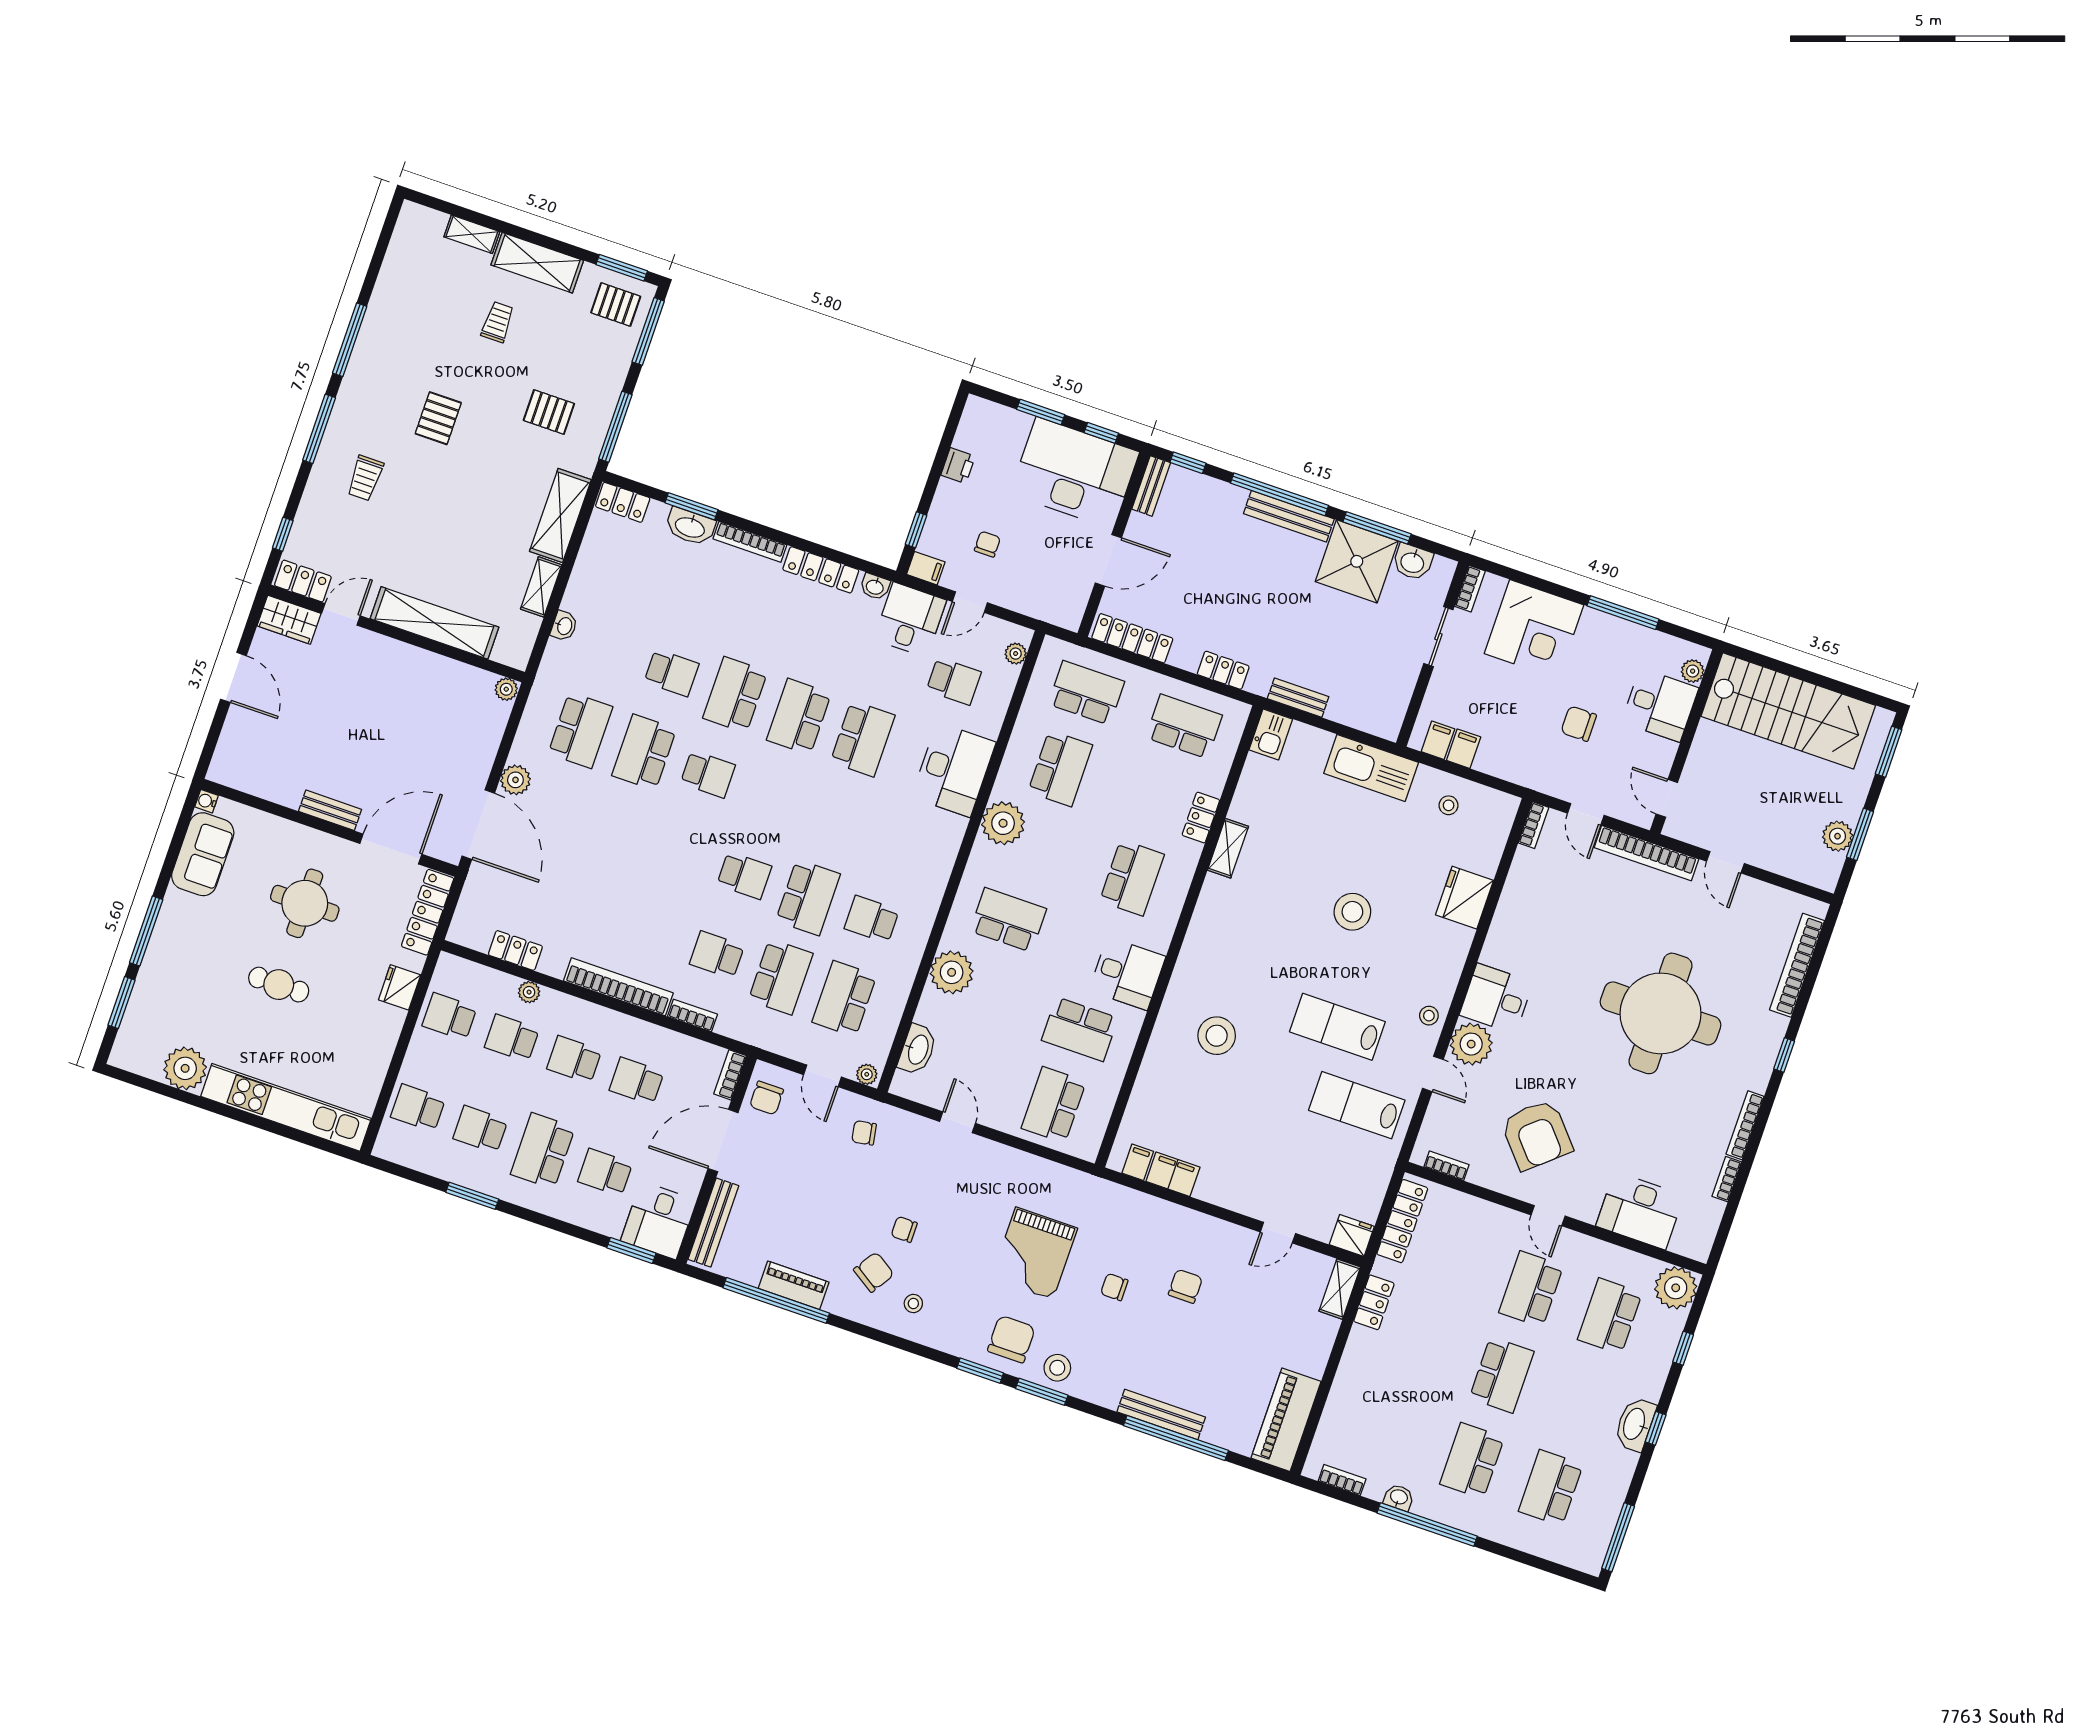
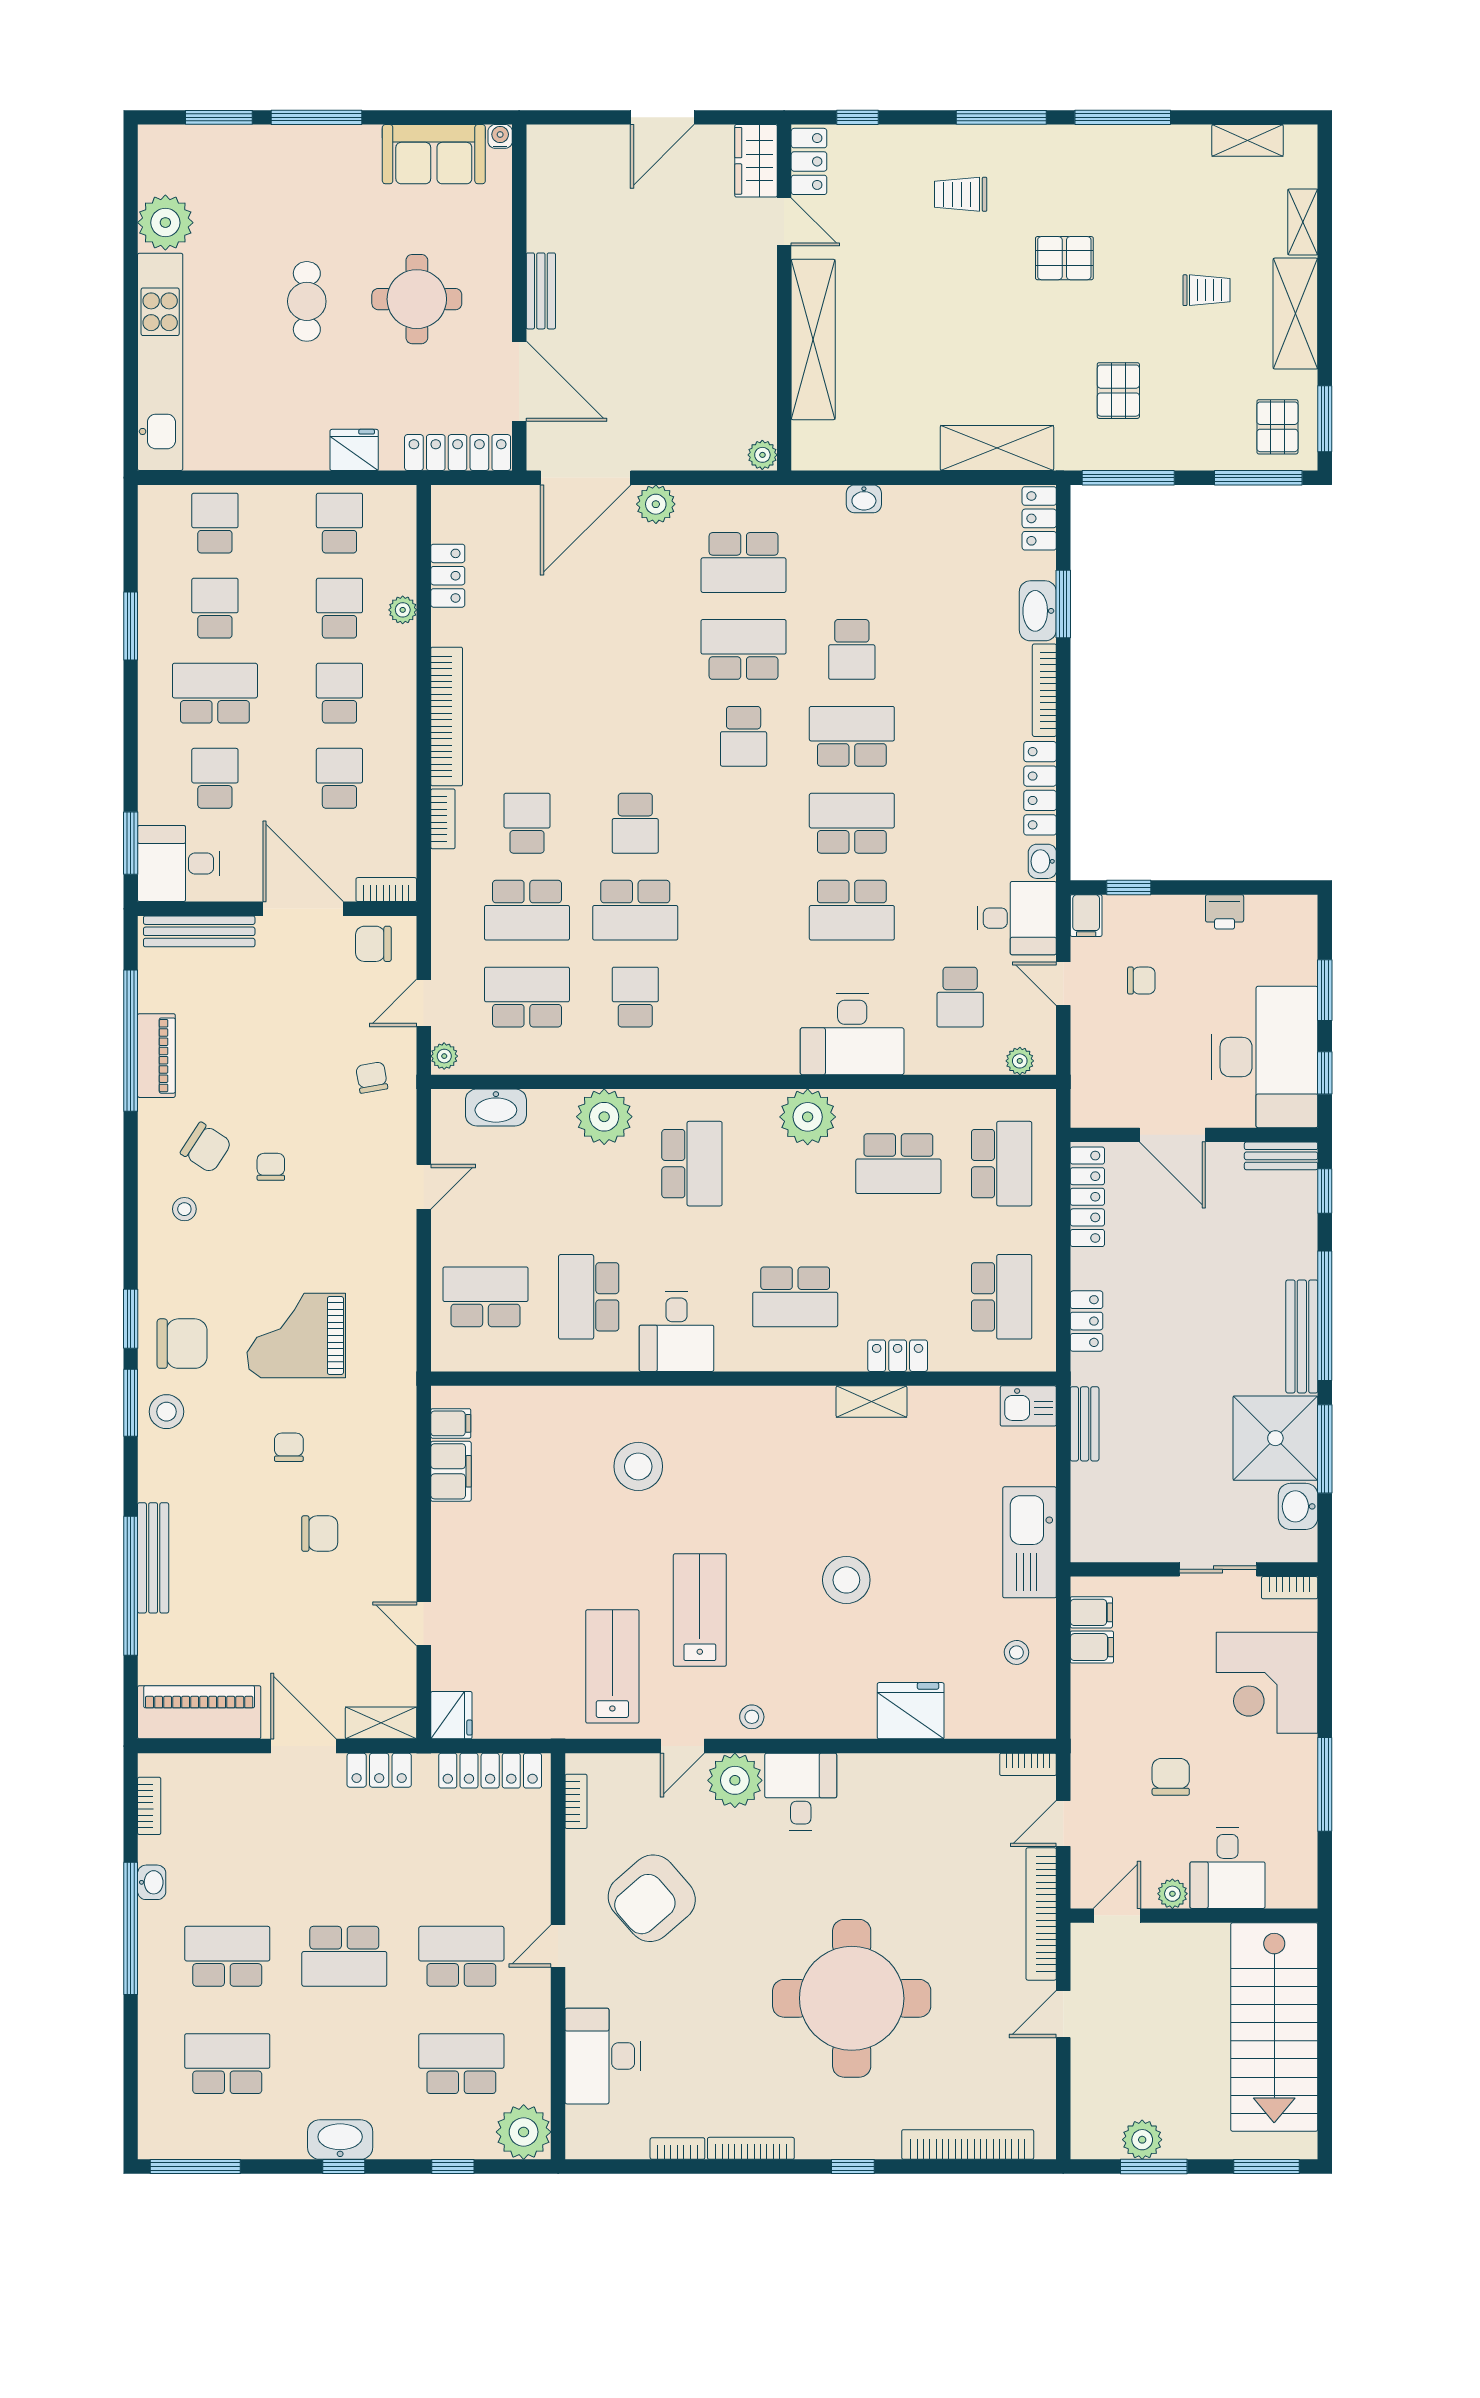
shelving: (541, 587) -> (1248, 140), moved
plant: (1693, 671) -> (1172, 1894), moved
door: (1337, 1352) -> (303, 1746), added

